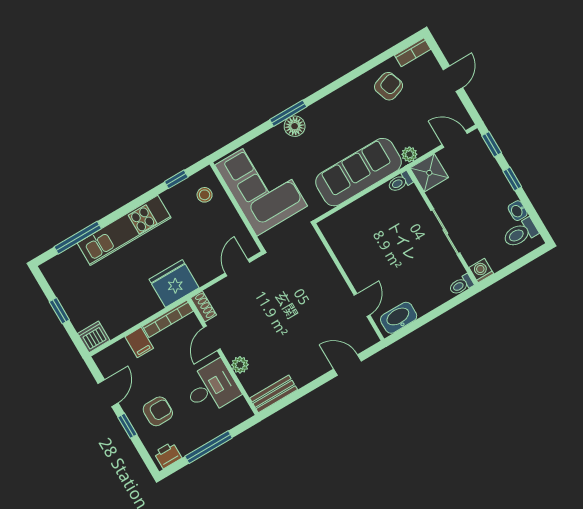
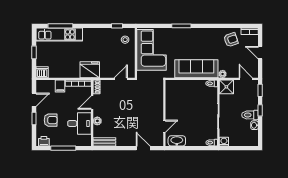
door: (453, 79) -> (260, 53), swing flipped
floor lamp: (295, 126) -> (181, 33), removed
kitchen unit: (124, 230) -> (59, 34), moved
toilet: (520, 233) -> (250, 115), moved

